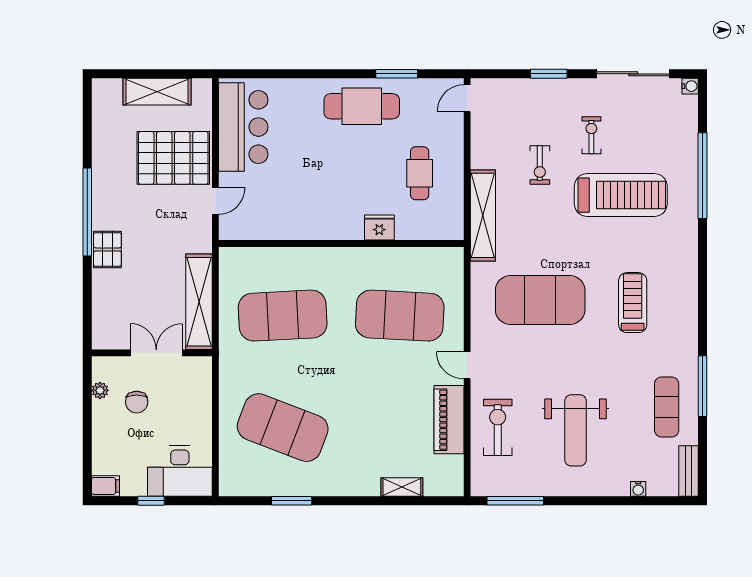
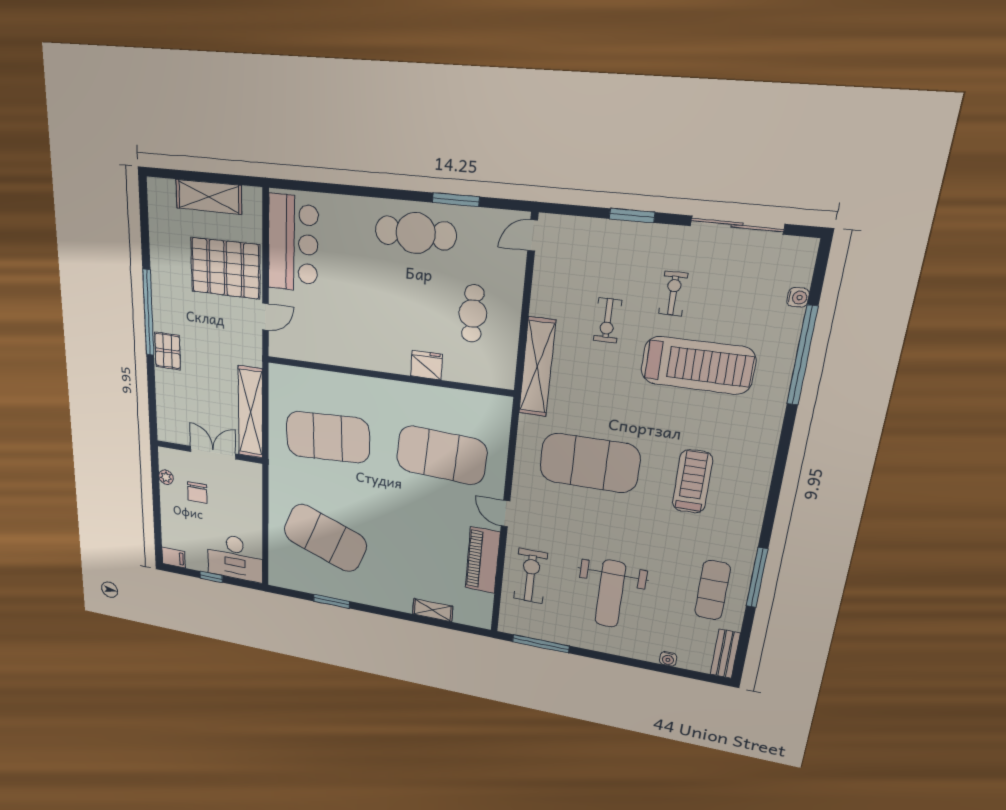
water cooler: (690, 86) -> (798, 297), moved

